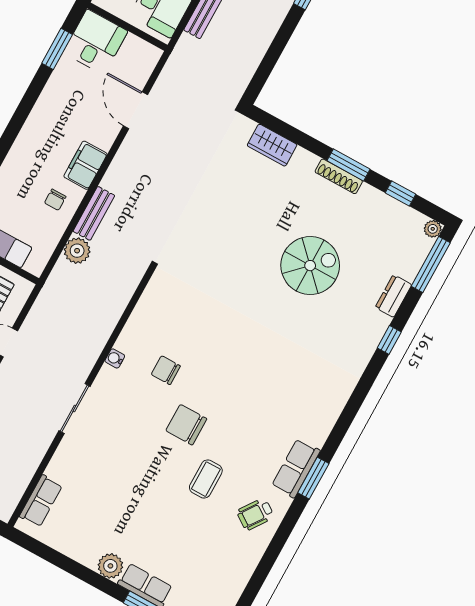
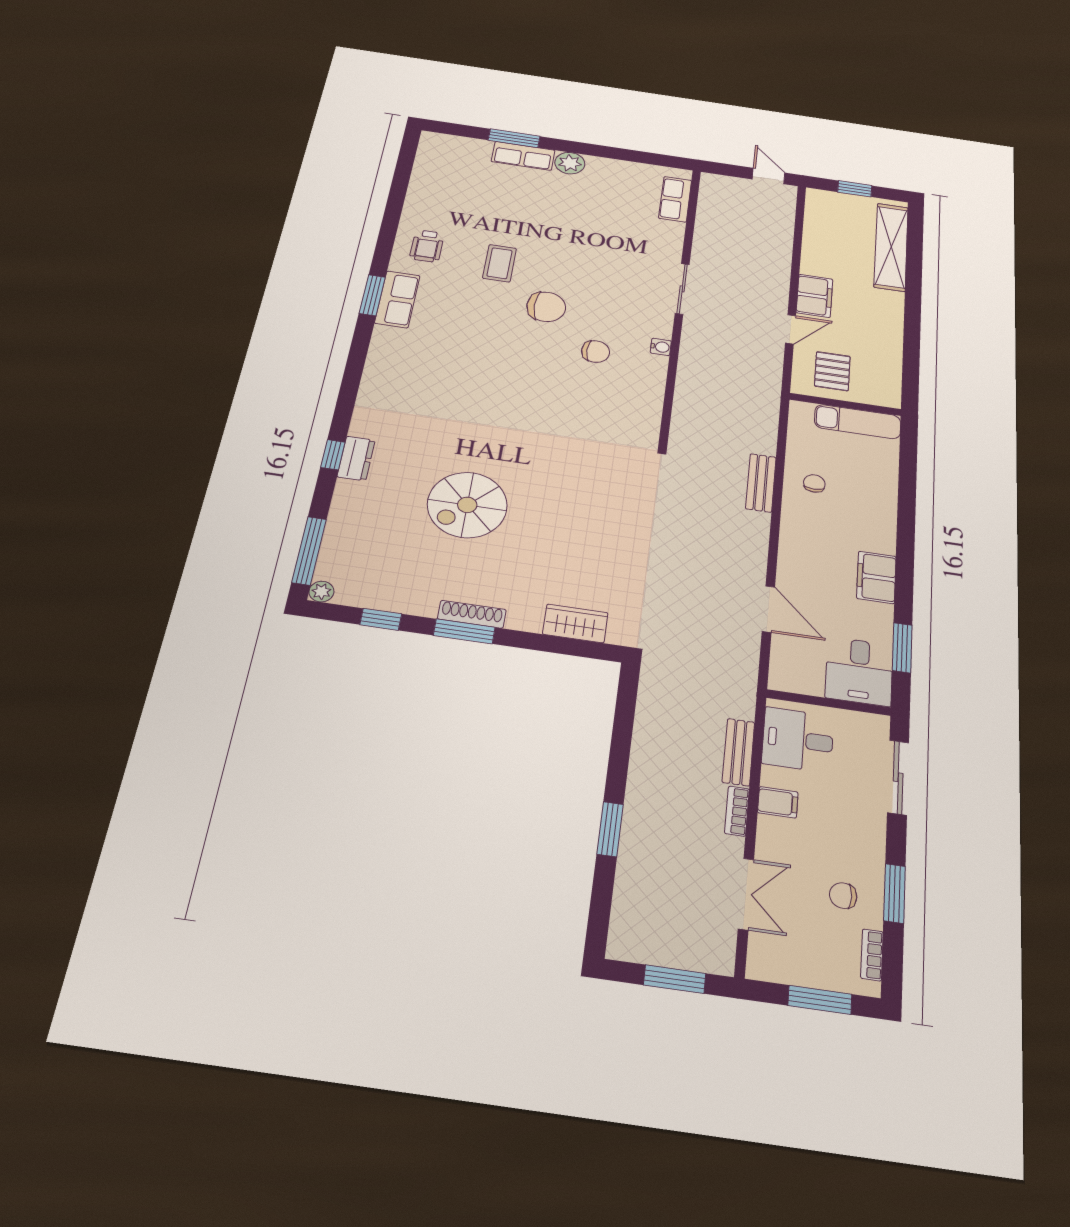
filing cabinet: (85, 165) -> (876, 577), moved, turned 180
plant: (77, 251) -> (760, 439), removed
dresser: (393, 296) -> (356, 458), moved
wheelchair: (255, 514) -> (427, 246), turned 145

